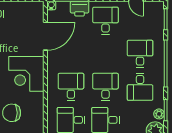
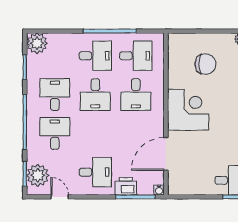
desk: (105, 21) -> (95, 172), turned -90
desk: (140, 54) -> (55, 133), turned 180
plant: (159, 114) -> (38, 175), moved, width x1.87, depth x1.87

